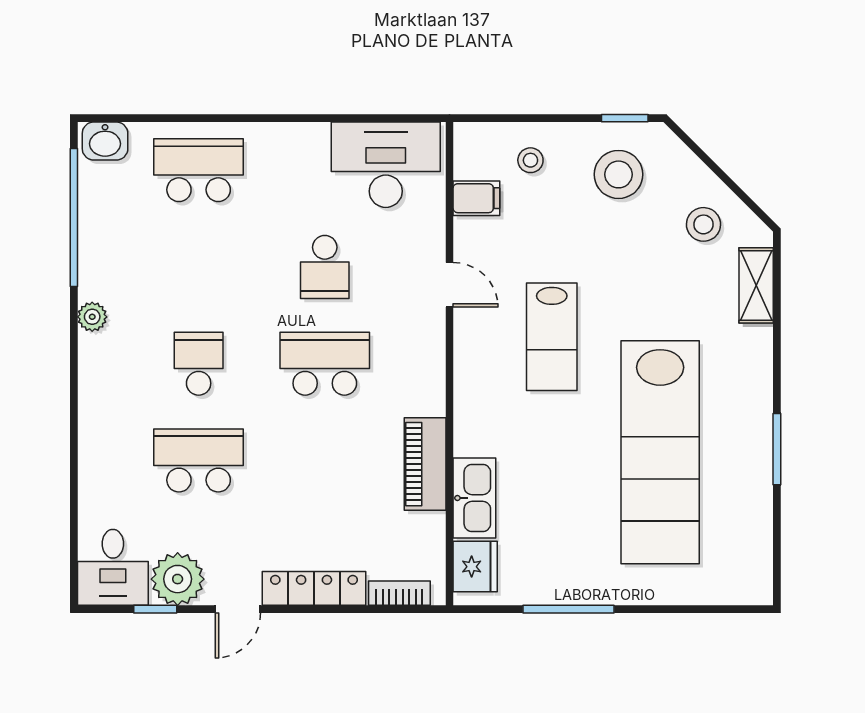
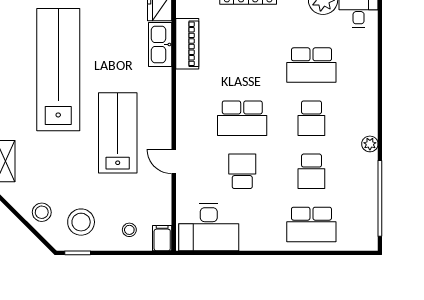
washbasin: (105, 141) -> (363, 240), removed
filing cabinet: (476, 198) -> (162, 238), moved, turned 90
stool: (704, 224) -> (42, 212), moved
school desk: (199, 267) -> (311, 171), added
lab bench: (552, 337) -> (118, 133), width x1.36, depth x1.39
piano: (425, 464) -> (187, 44), moved

